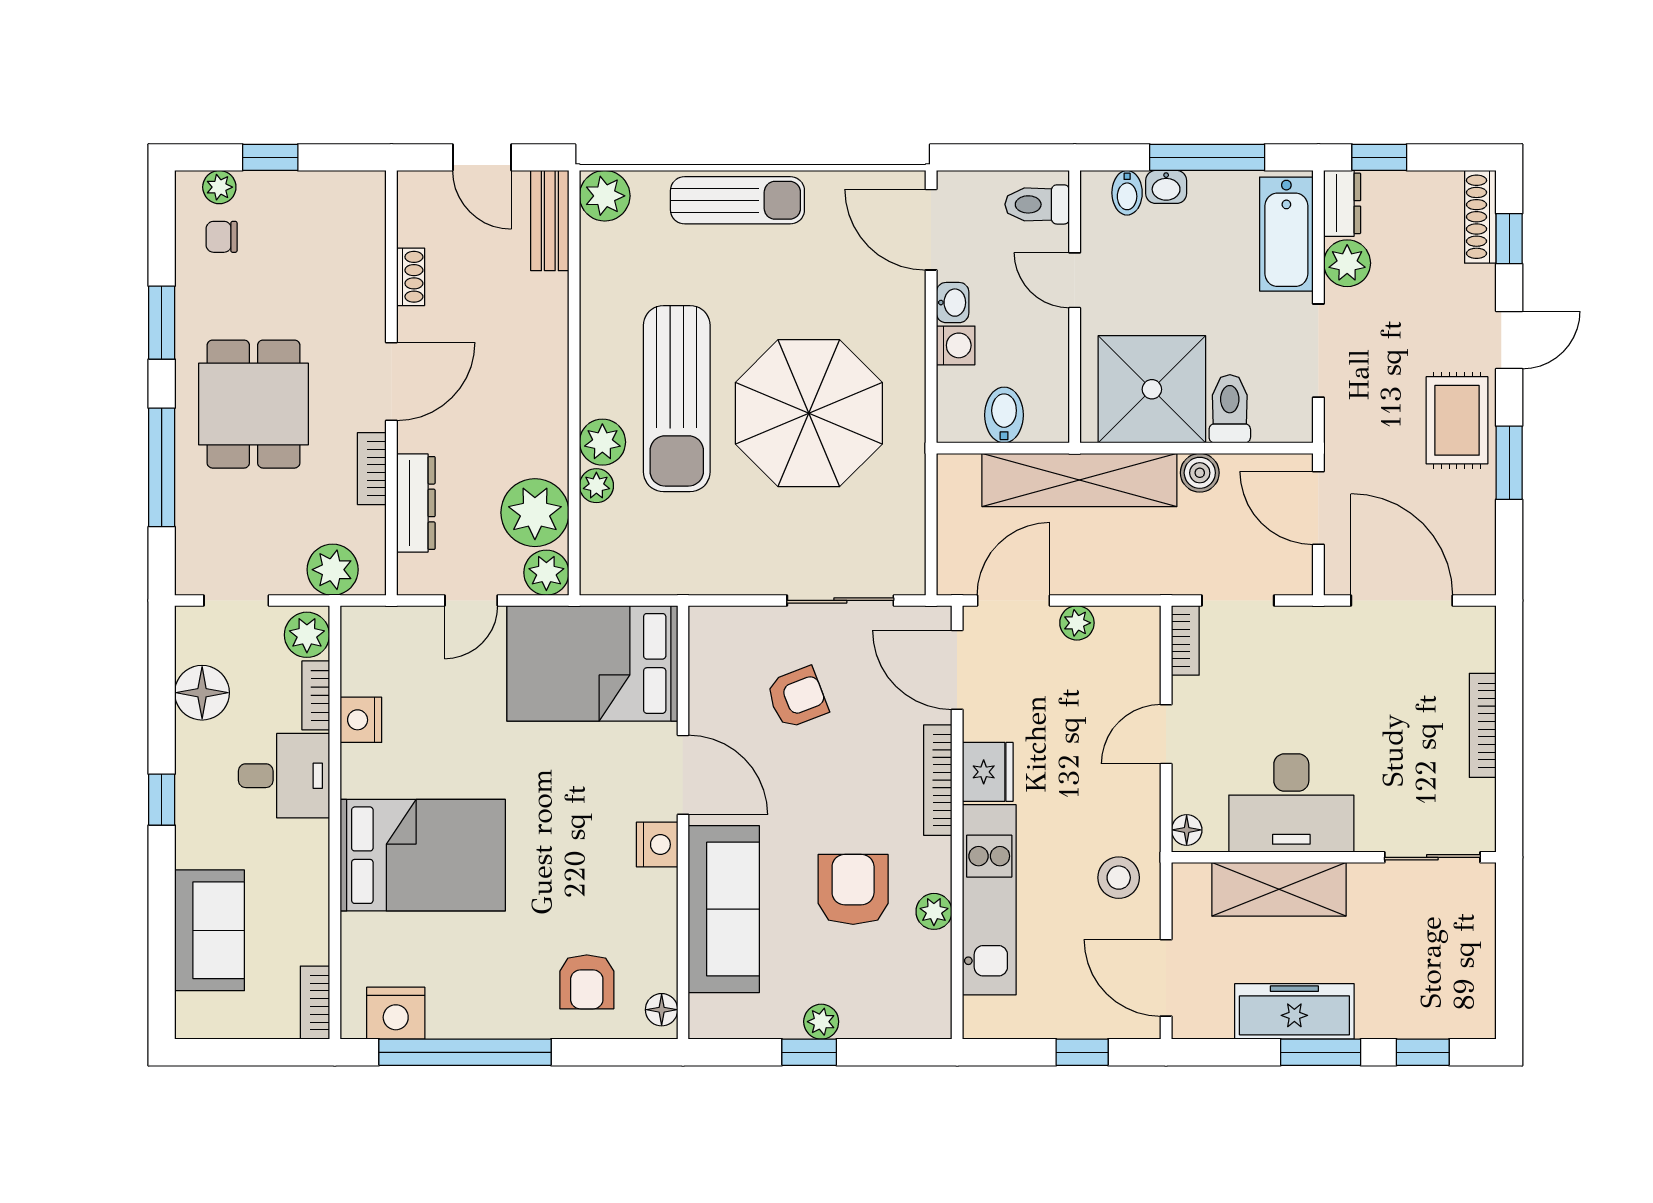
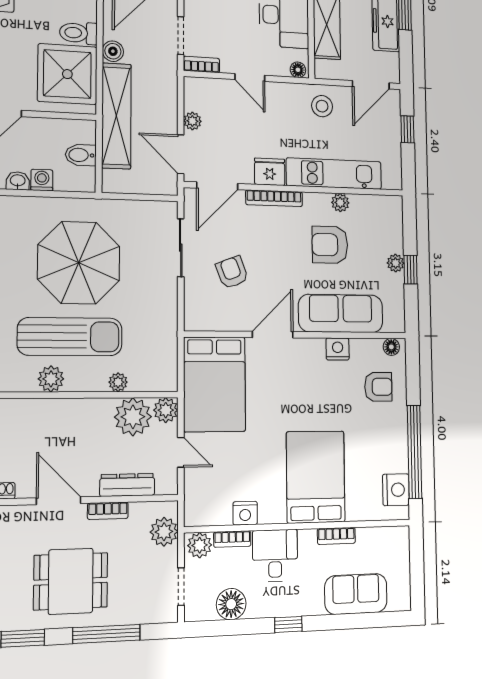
plant: (602, 442) -> (51, 379), moved
nightstand: (657, 844) -> (338, 349), moved
bookcase: (315, 1003) -> (336, 536), moved

